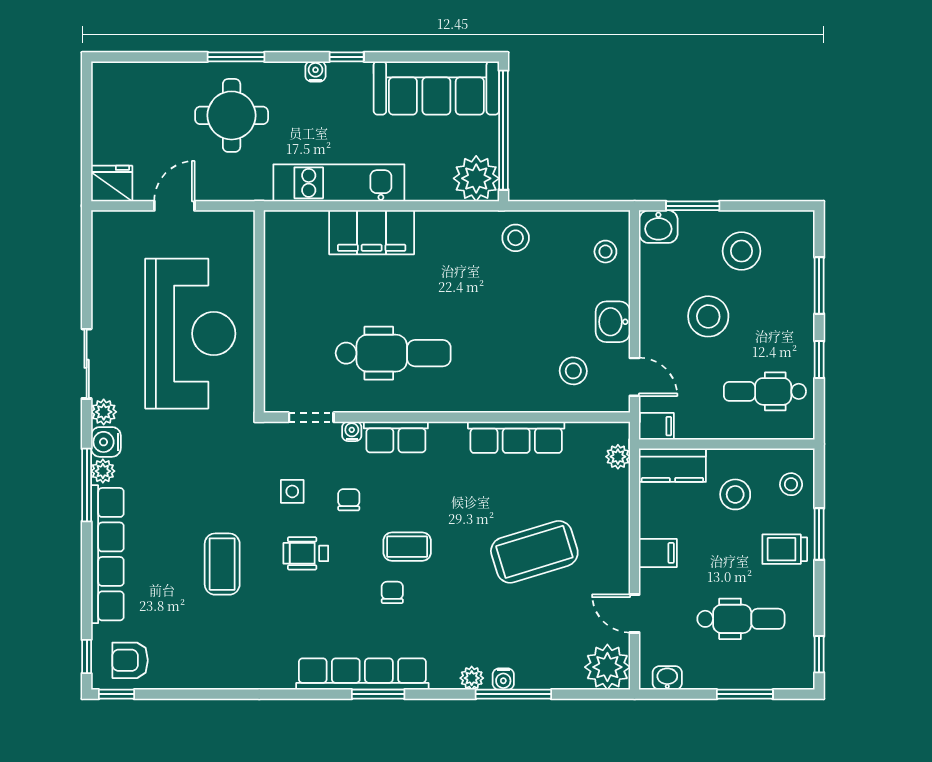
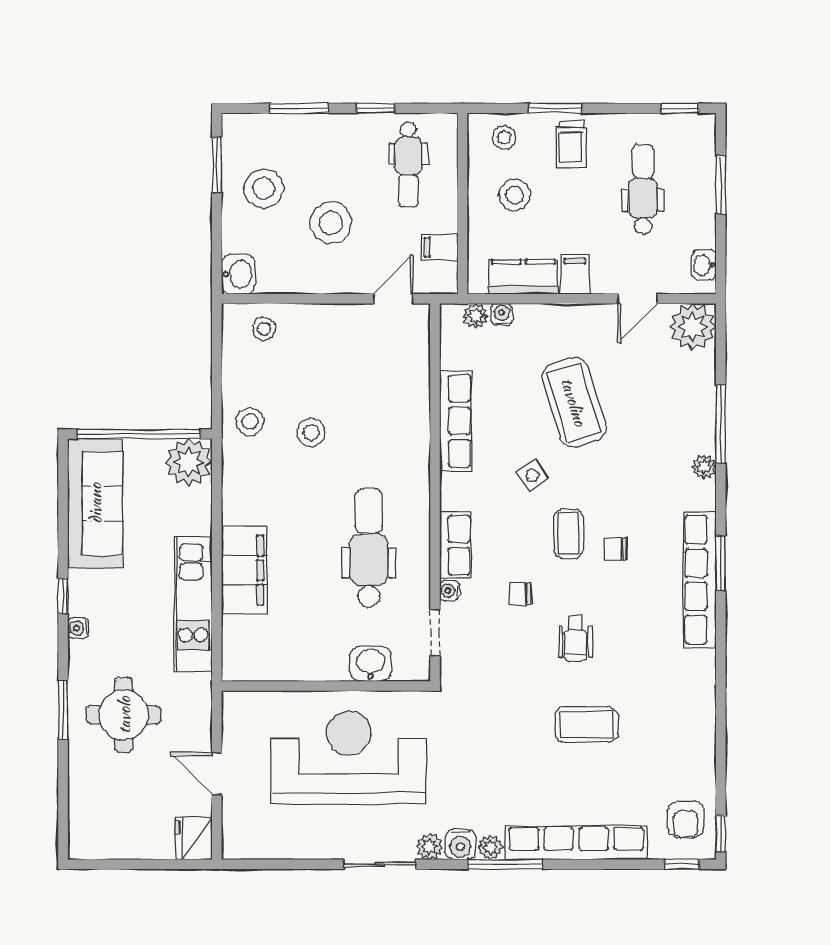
window: (693, 206) -> (217, 165), moved
washbasin: (613, 322) -> (371, 664), moved, turned 180
stool: (573, 371) -> (311, 433), moved
filing cabinet: (656, 426) -> (440, 247), moved, turned -90
kitchen counter: (672, 465) -> (523, 277), moved, turned -90
side table: (292, 491) -> (532, 475), moved, turned -35
water cooler: (503, 679) -> (502, 314), moved, turned -90

